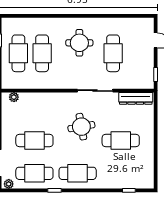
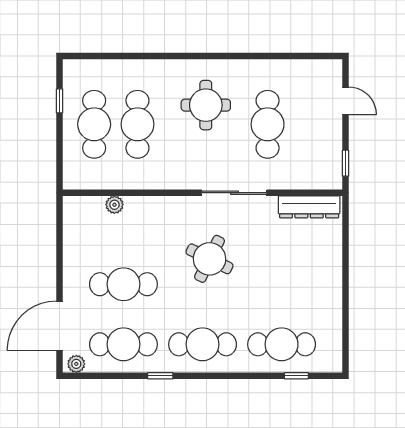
plant: (14, 97) -> (114, 205), moved
round table: (81, 127) -> (210, 259), turned 36
cafe table: (121, 141) -> (282, 344), moved

